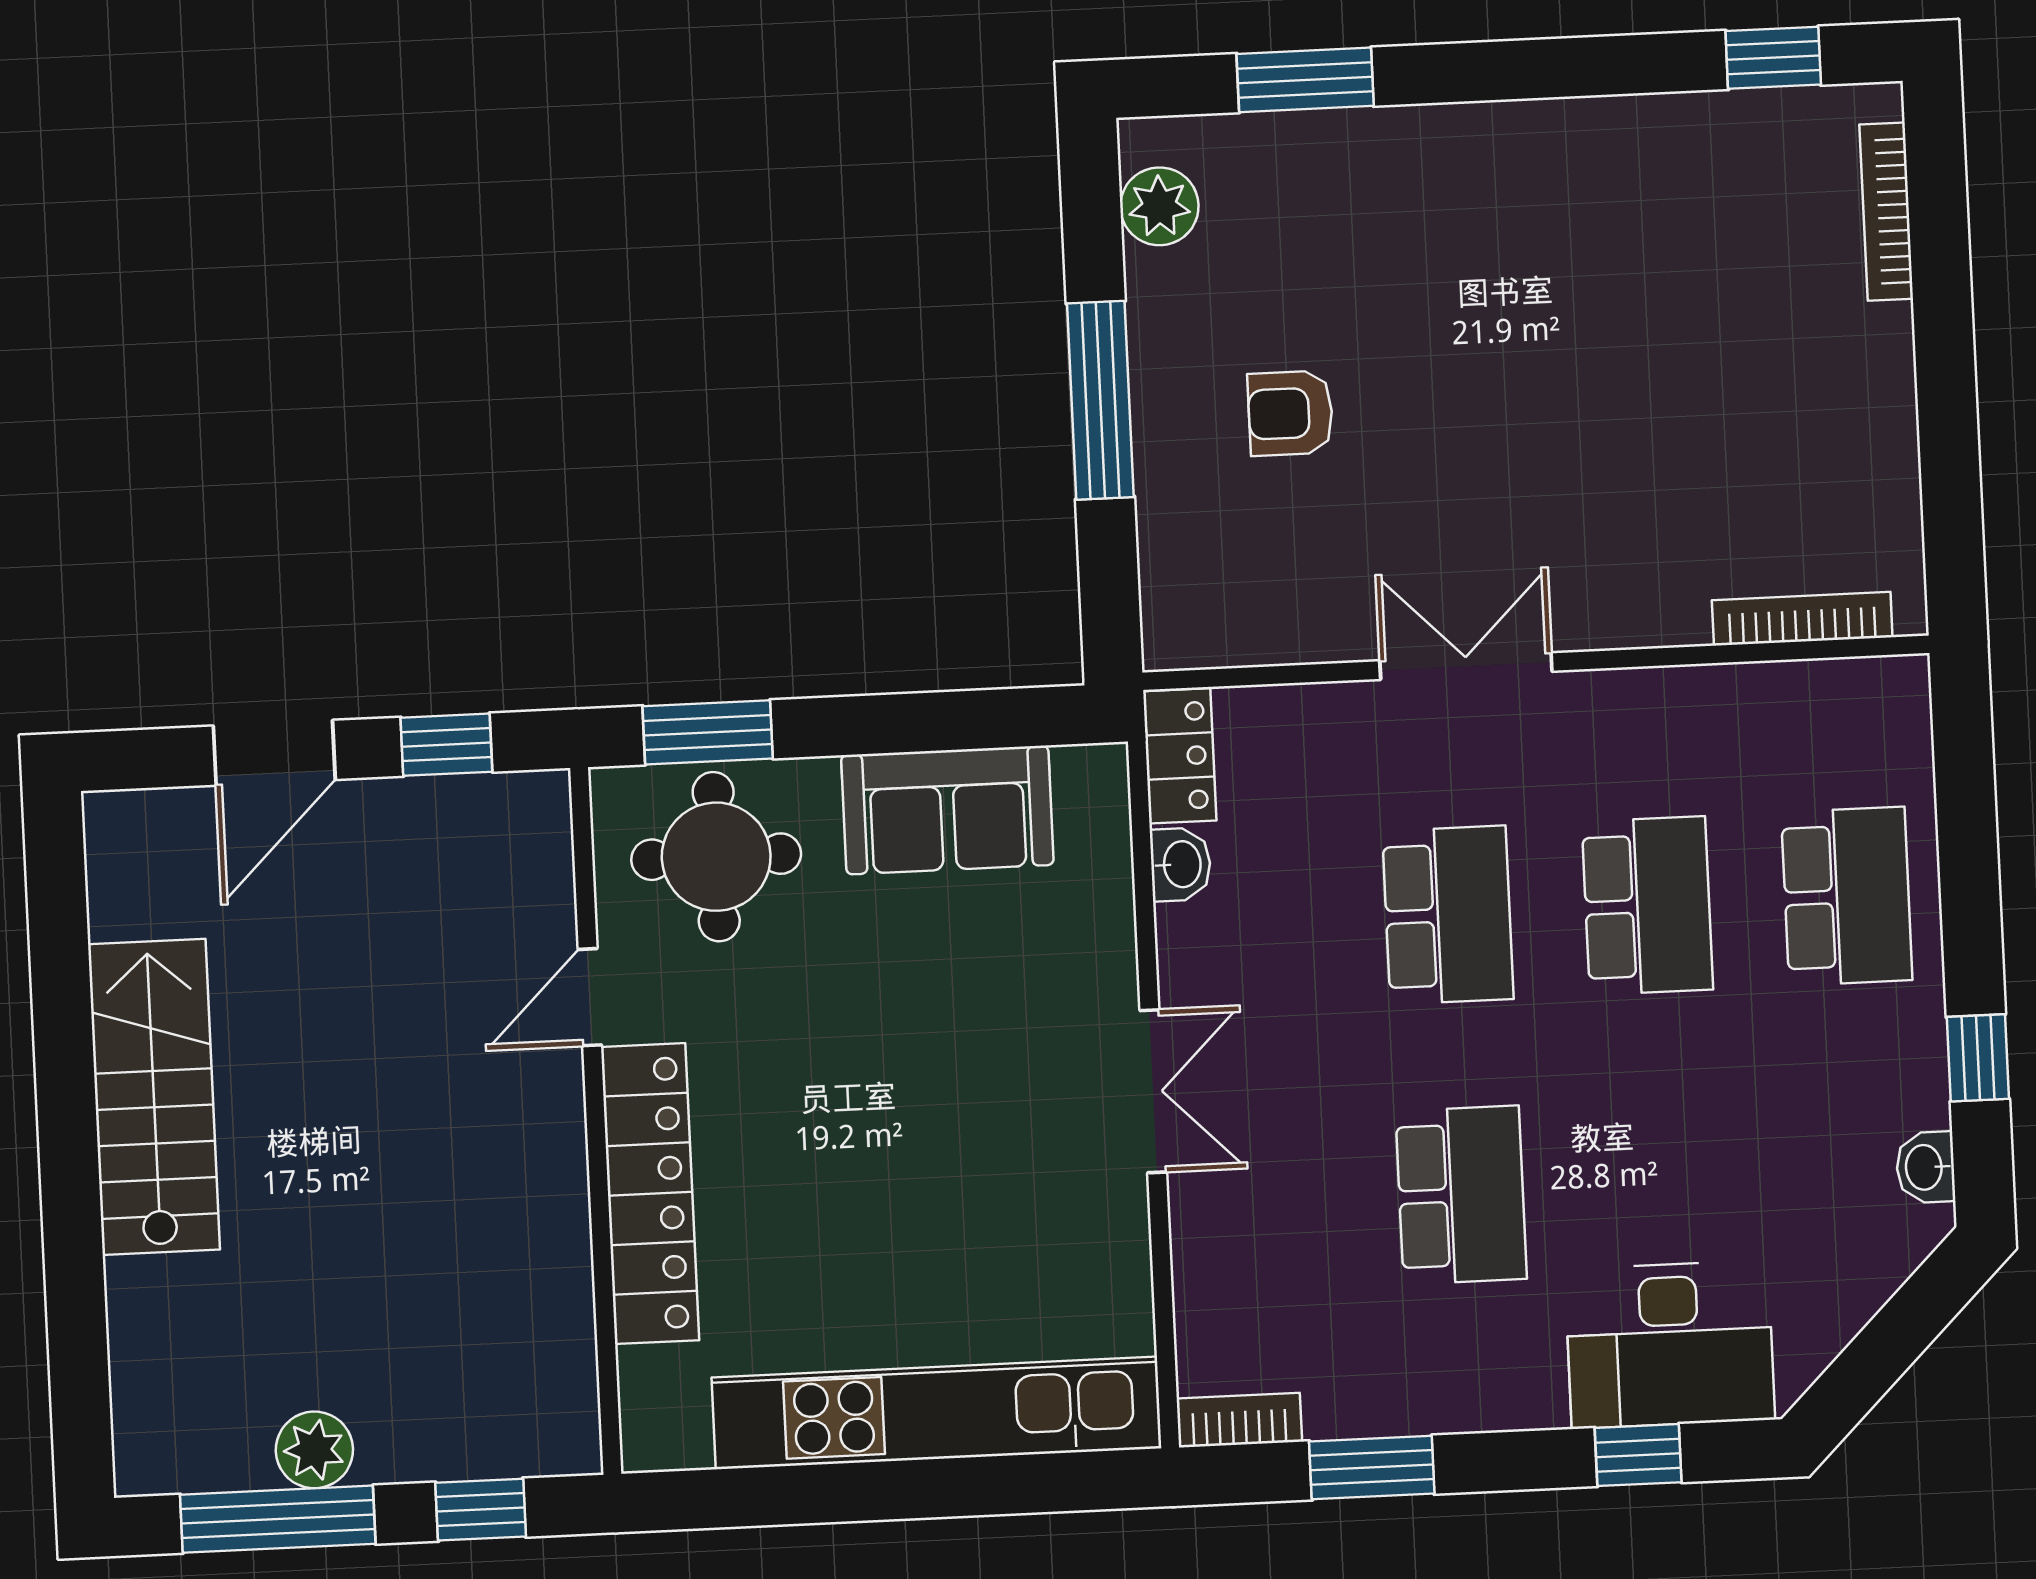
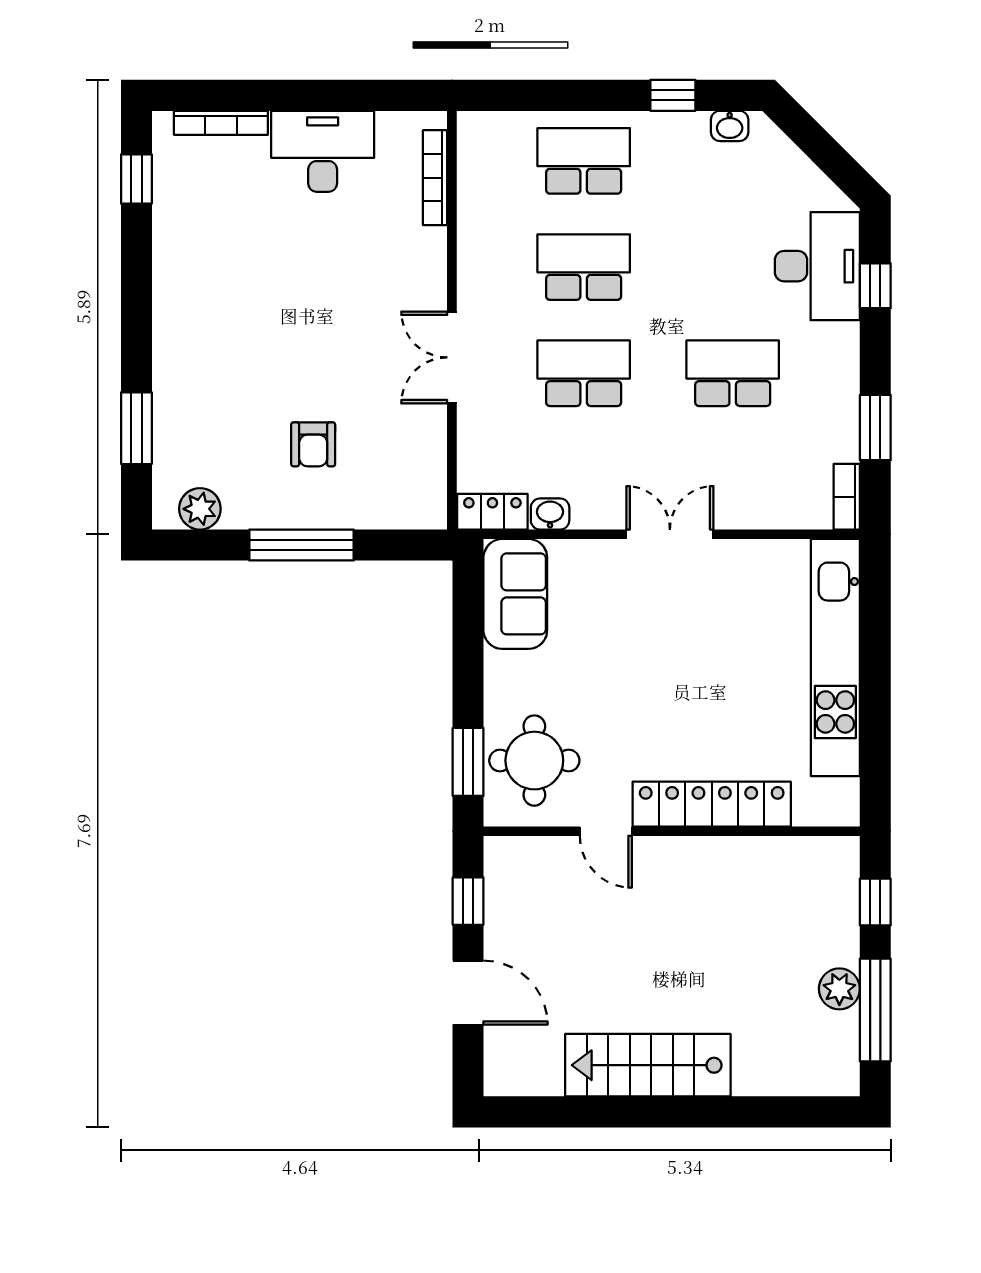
desk: (1842, 405) -> (323, 151), added
sofa: (947, 810) -> (515, 594), moved

